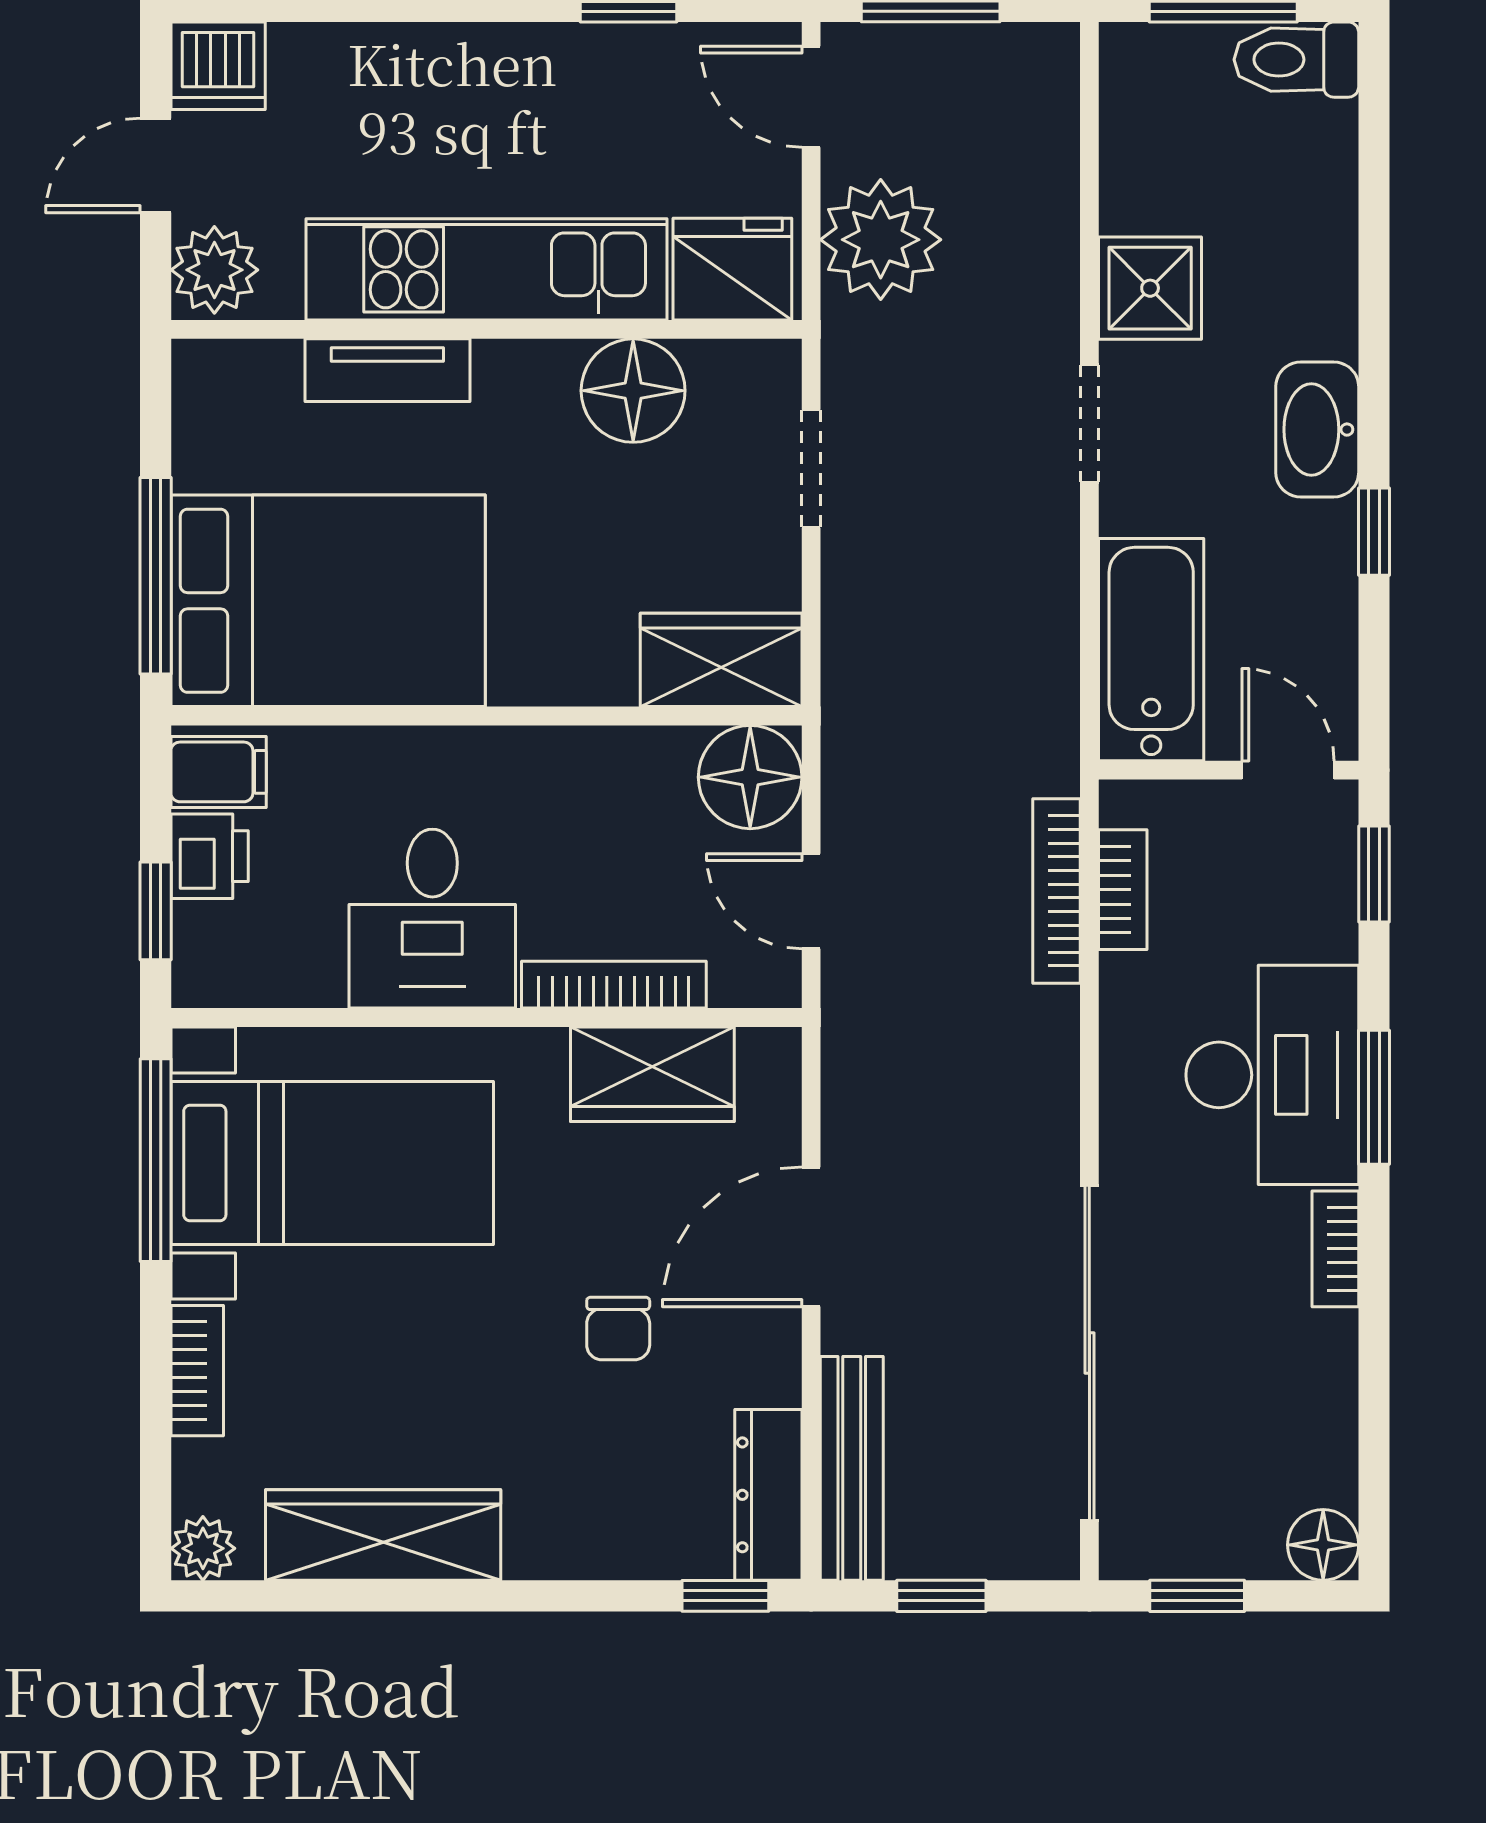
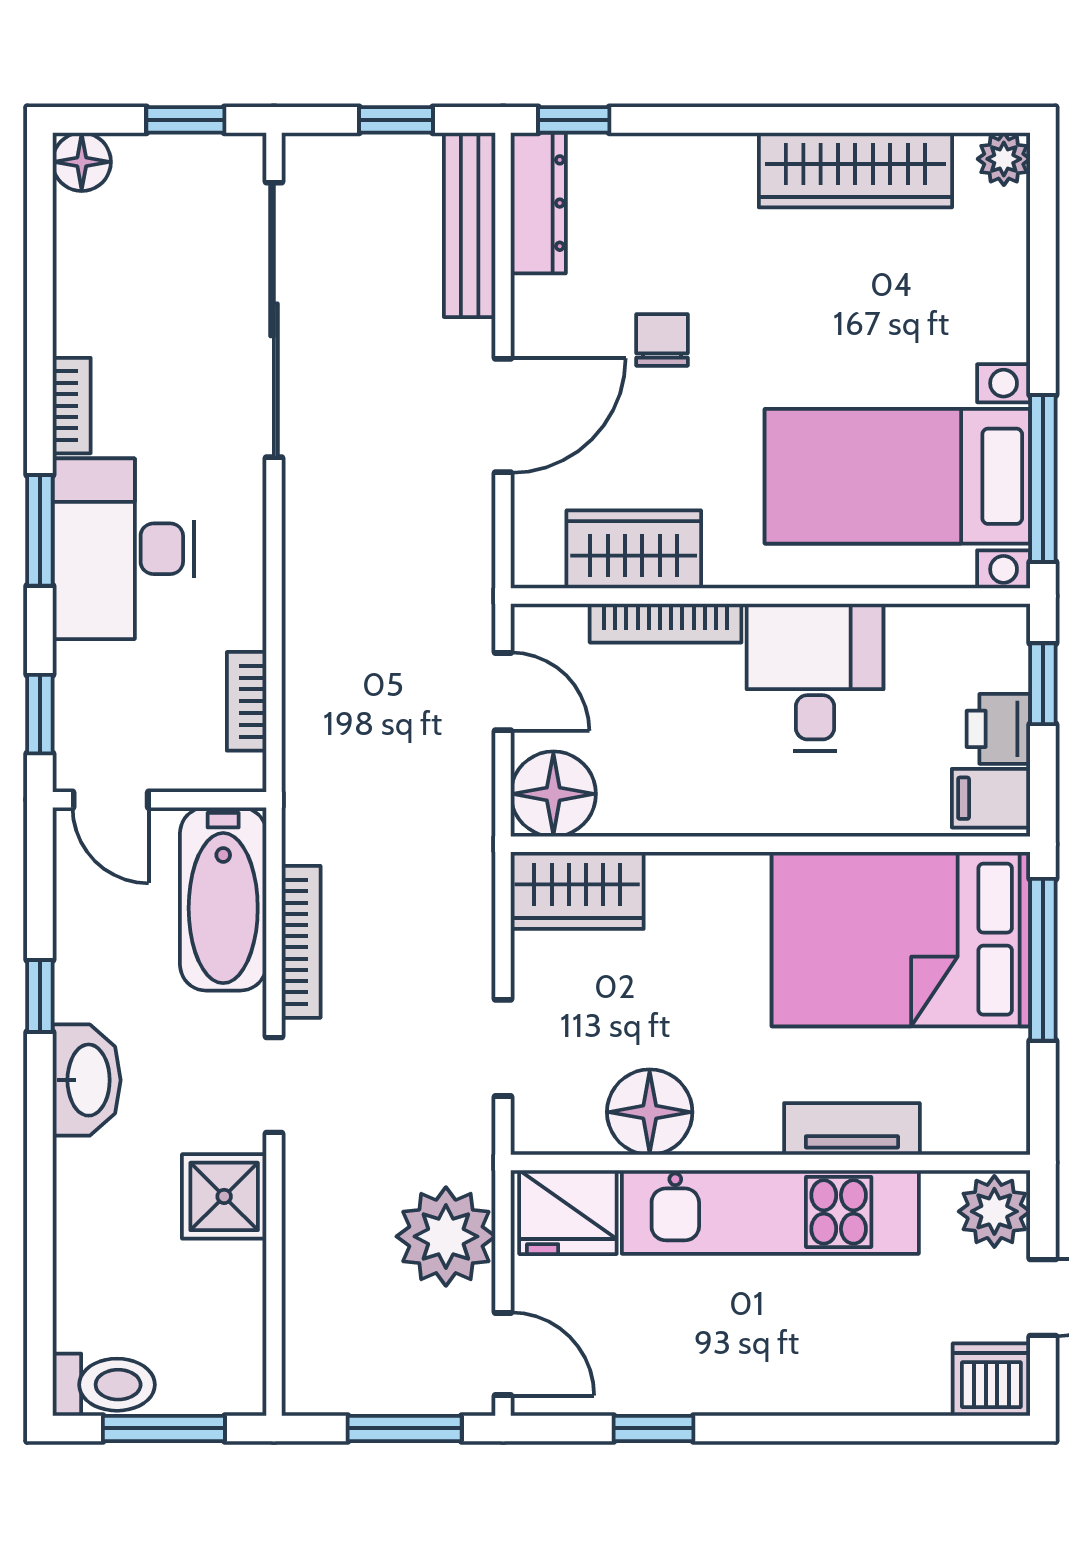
bookcase: (1057, 891) -> (301, 942), moved
bookcase: (197, 1371) -> (1009, 305), removed

